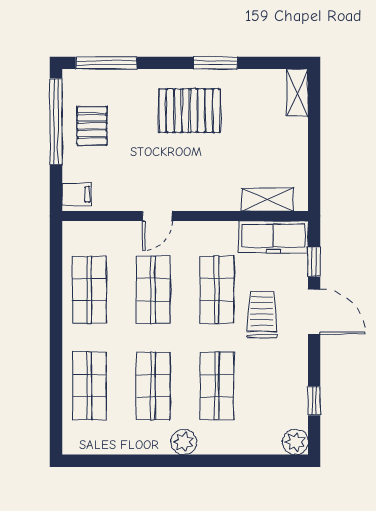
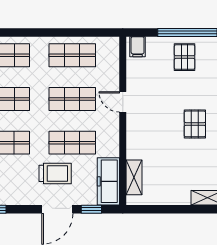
pallet: (190, 111) -> (195, 124), width x0.67, depth x0.71
pallet: (92, 126) -> (185, 57), turned 90

